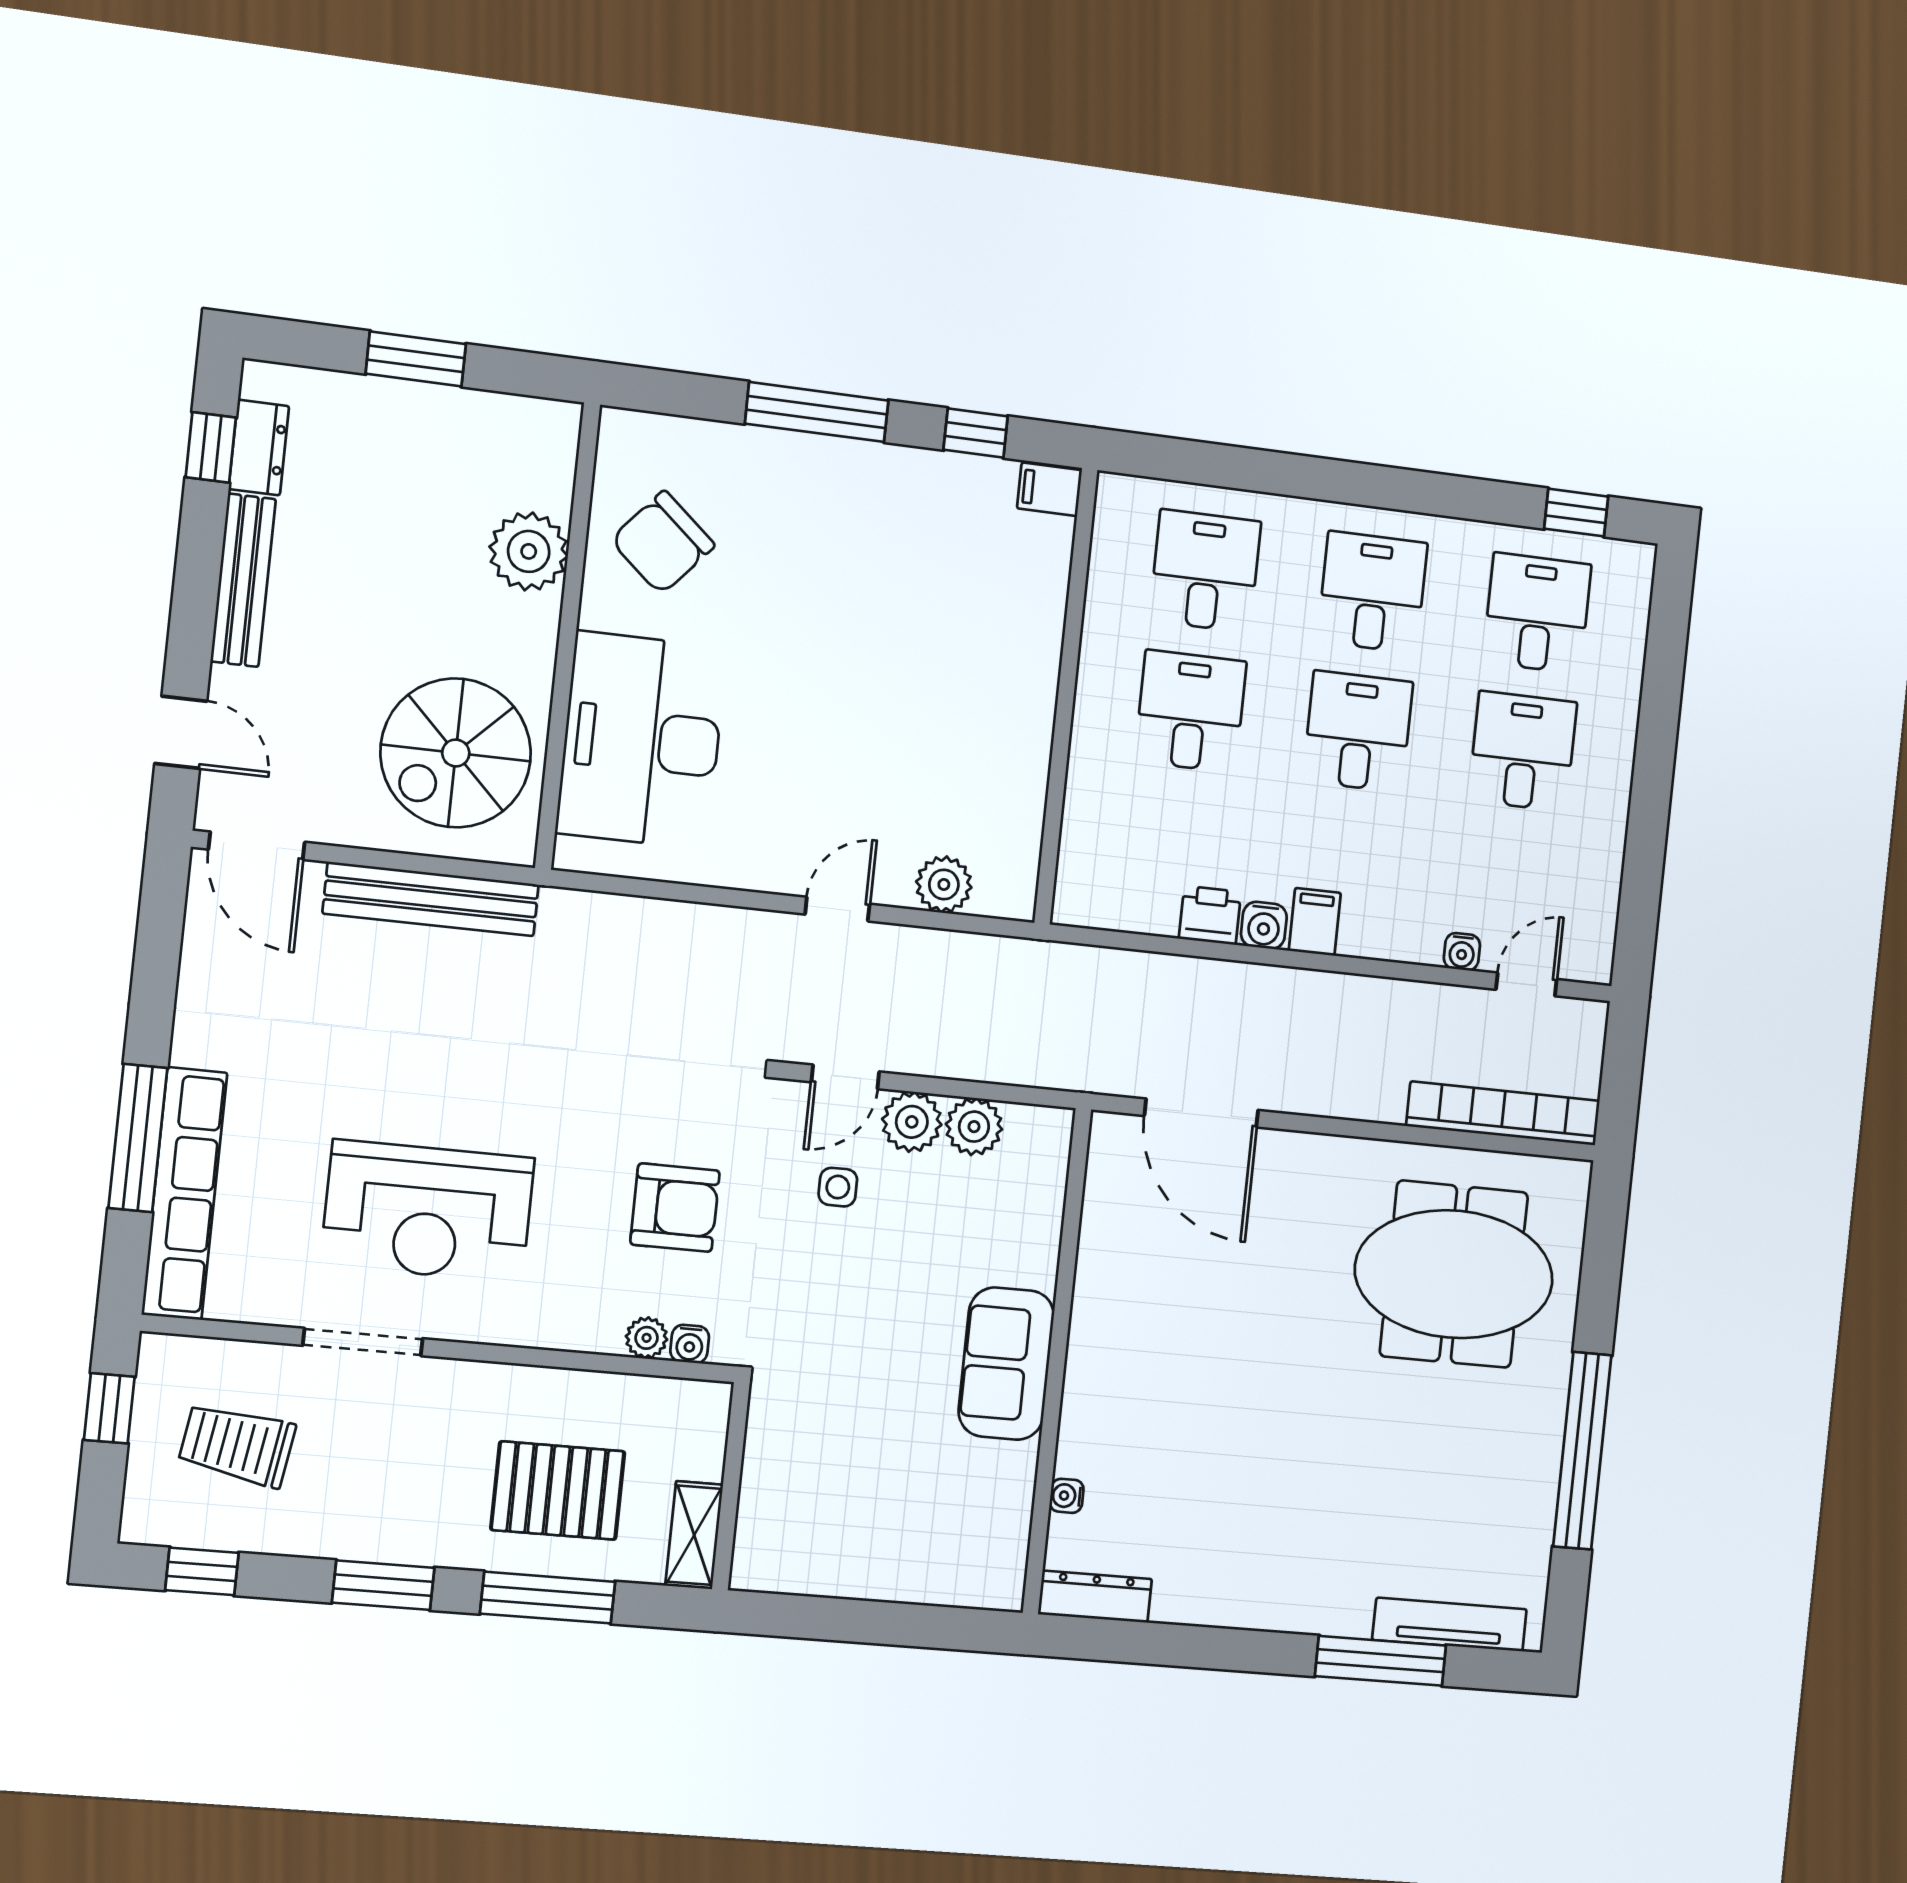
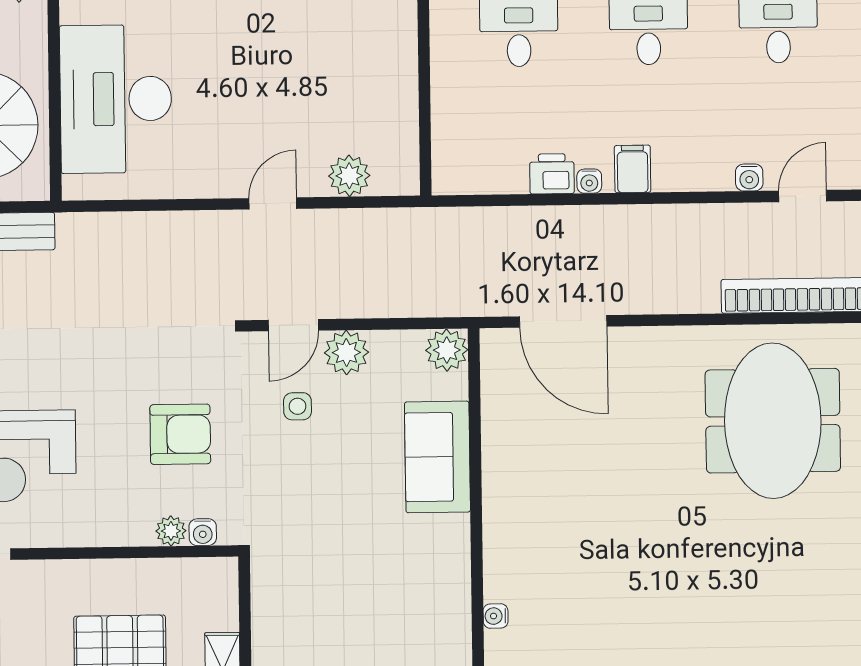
water cooler: (1264, 925) -> (589, 181), width x0.72, depth x0.72
plant: (974, 1127) -> (447, 350), moved
meeting table: (1454, 1274) -> (773, 421), turned 90
sofa: (1006, 1364) -> (437, 457), moved

